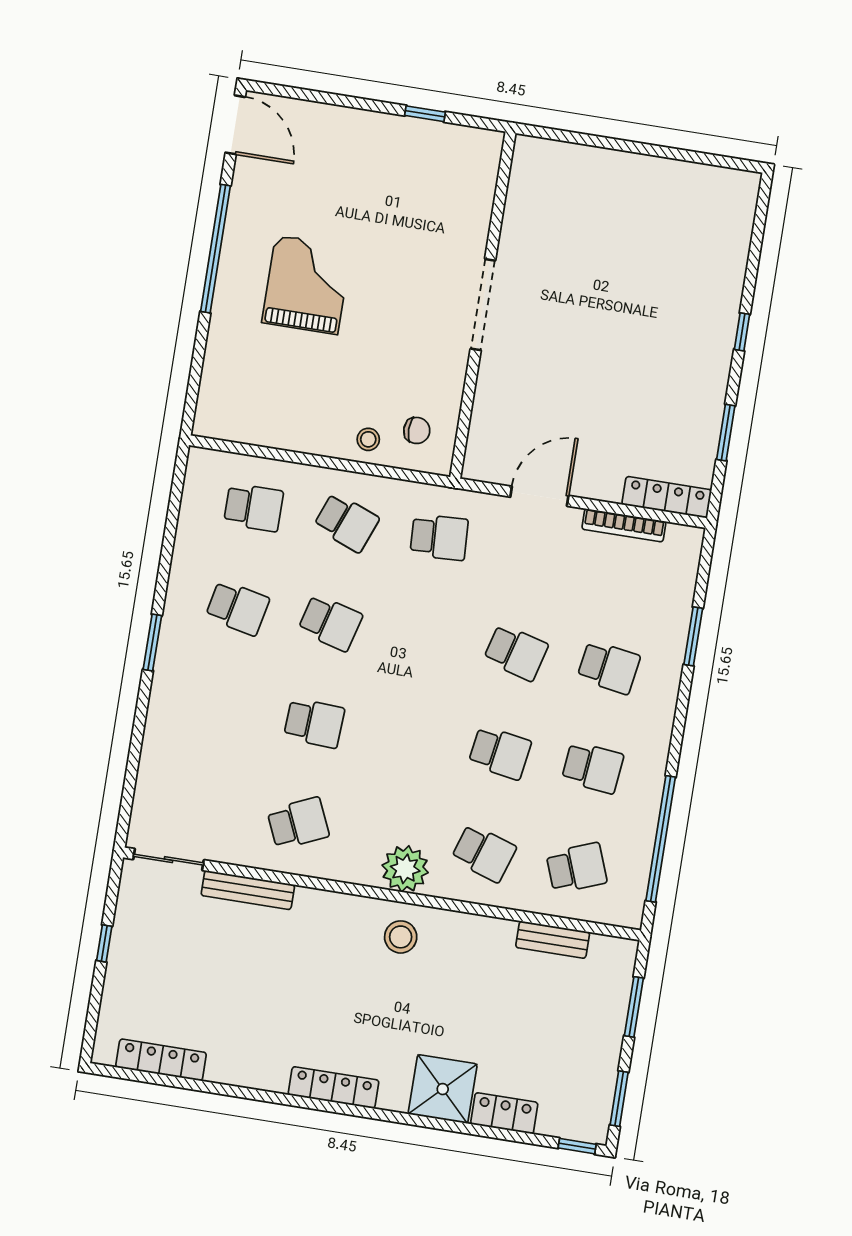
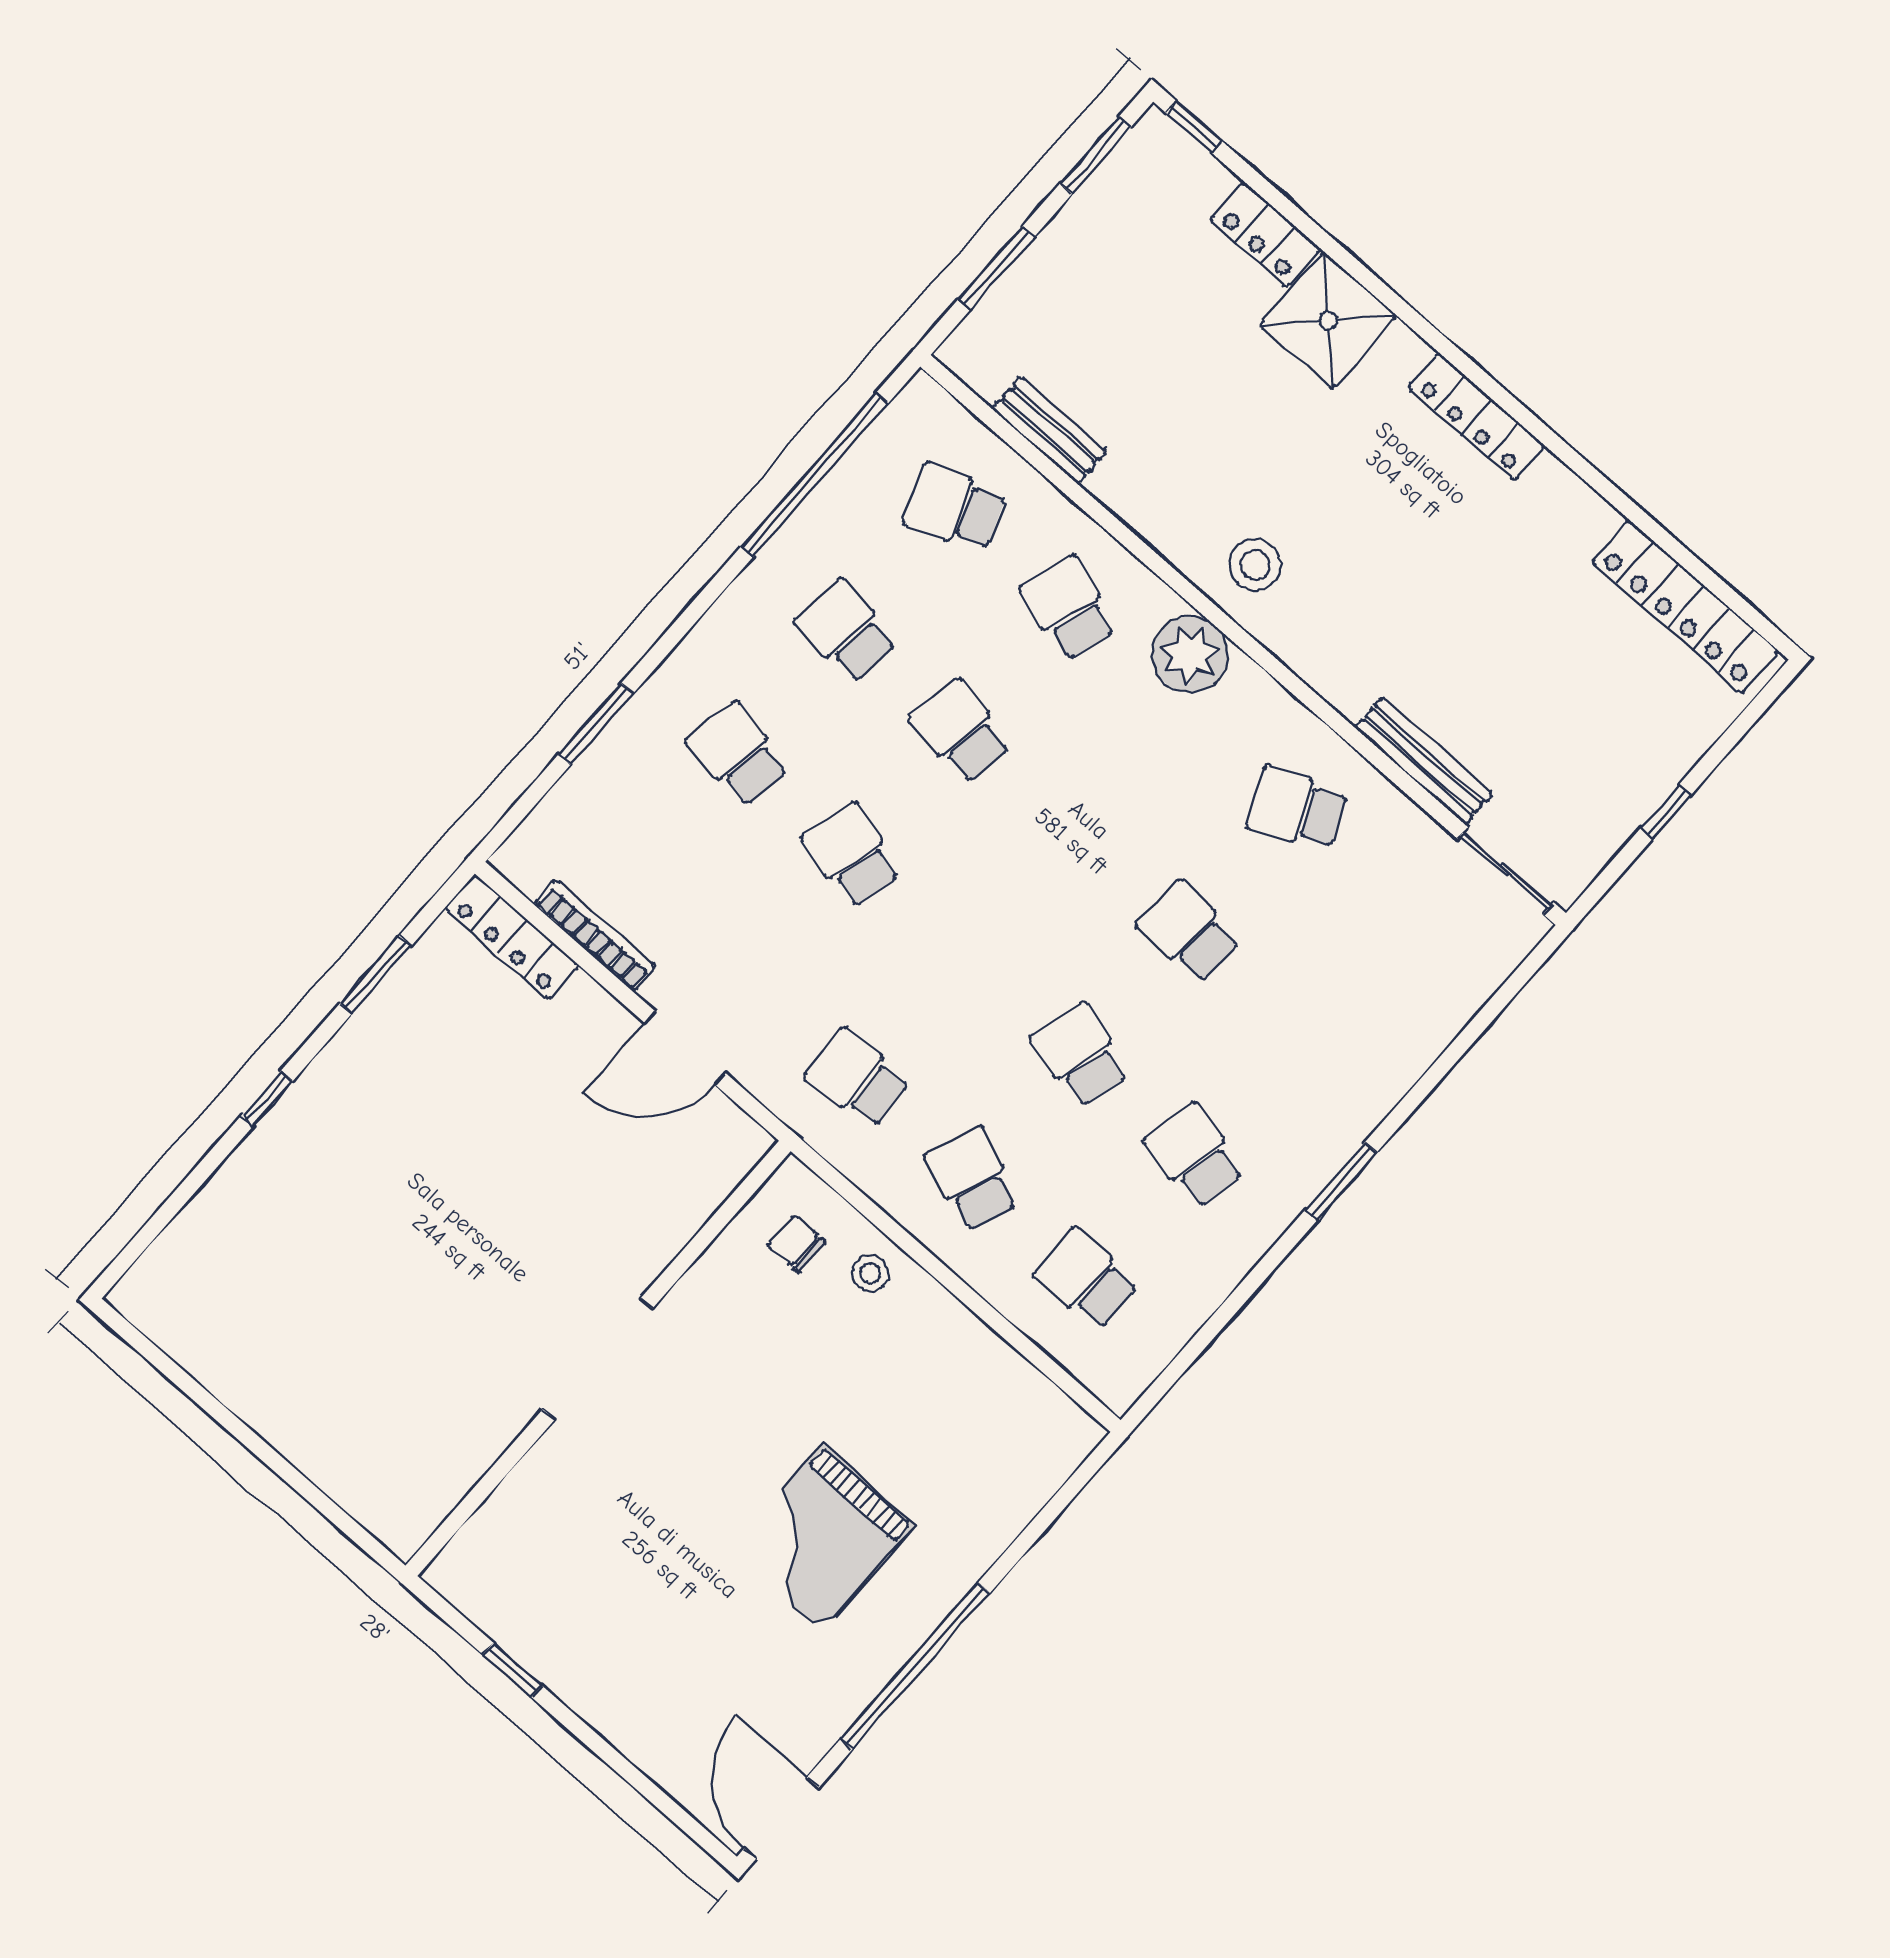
locker: (161, 1060) -> (1685, 607), width x1.41, depth x1.21

